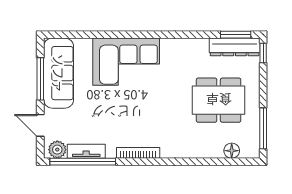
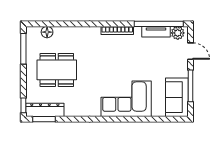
sofa: (59, 73) -> (177, 97), width x0.73

